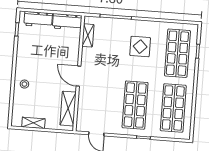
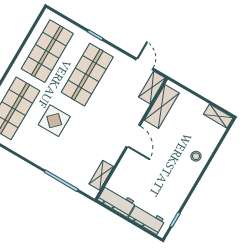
display table: (140, 47) -> (54, 121), moved
shelving: (82, 119) -> (152, 88), added
shelving: (33, 123) -> (218, 116), moved

